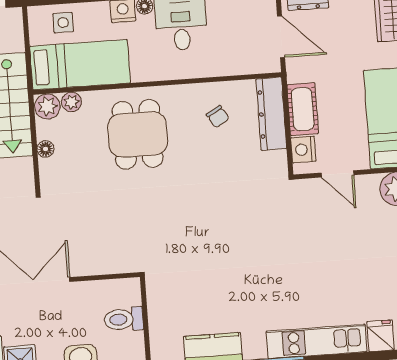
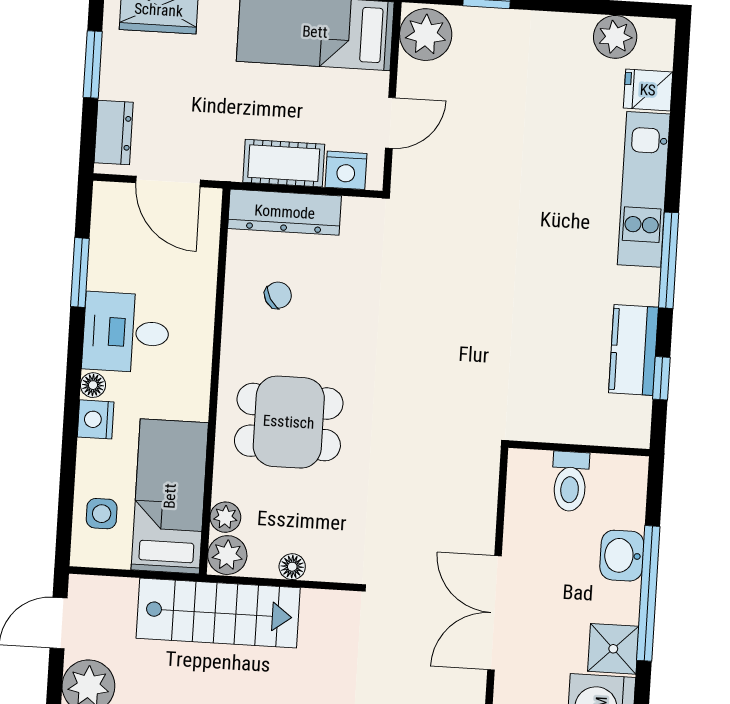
door: (281, 37) -> (168, 181), swing flipped

